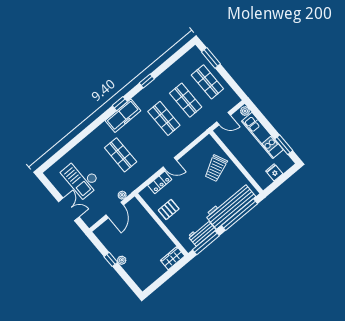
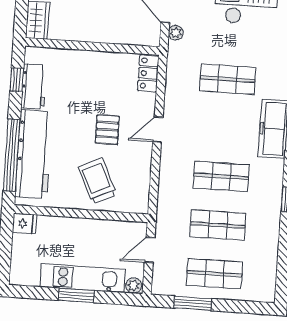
window: (211, 58) -> (193, 303), moved
window: (284, 145) -> (76, 295), moved
fridge: (274, 172) -> (24, 223), moved
locker: (160, 182) -> (148, 73), moved
pallet: (169, 210) -> (107, 130), moved
window: (206, 243) -> (17, 80), width x0.46

